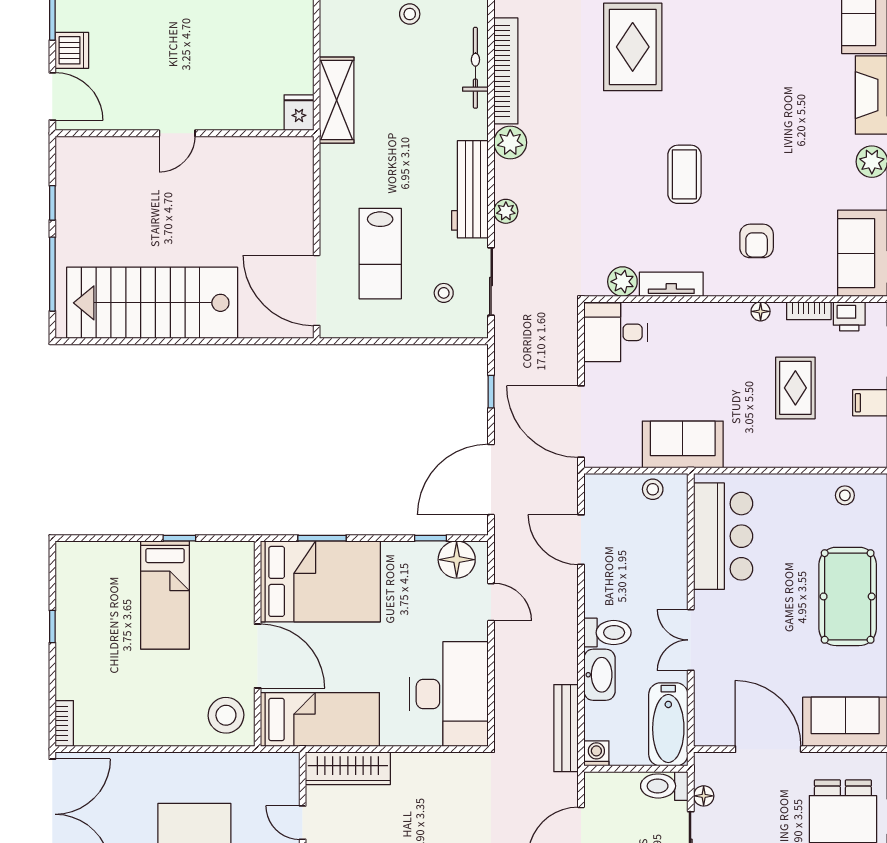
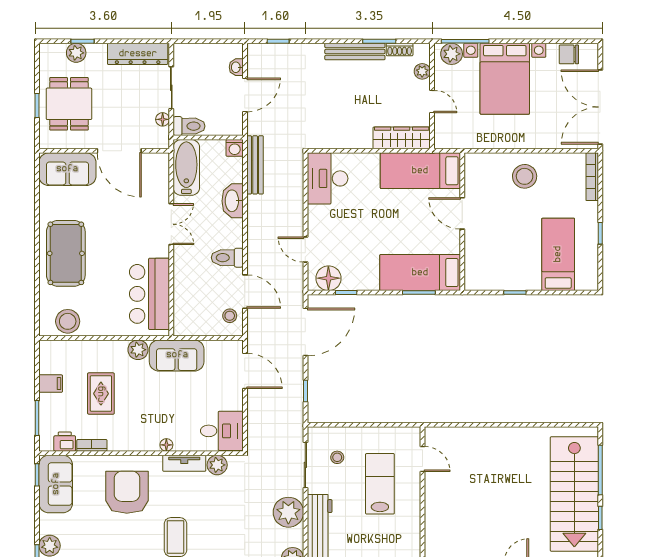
plant: (506, 211) -> (288, 512), width x1.88, depth x1.88
armchair: (757, 241) -> (127, 492), width x1.88, depth x1.88
door: (317, 290) -> (423, 459), width x0.53
stairs: (152, 303) -> (574, 494), moved, turned 90
floor lamp: (761, 311) -> (166, 445), moved
door: (581, 422) -> (245, 371), width x0.73
plant: (740, 453) -> (138, 350), added
stool: (653, 489) -> (230, 316), moved
stool: (845, 495) -> (68, 321), width x1.89, depth x1.89
bed: (320, 581) -> (420, 273), width x0.67
bed: (165, 595) -> (558, 254), moved
toilet: (607, 633) -> (227, 258), moved
door: (258, 656) -> (462, 213), width x0.73
desk: (449, 694) -> (328, 178), width x0.73, depth x0.77
stool: (226, 715) -> (525, 176), moved
bookcase: (64, 723) -> (592, 177), width x1.56

